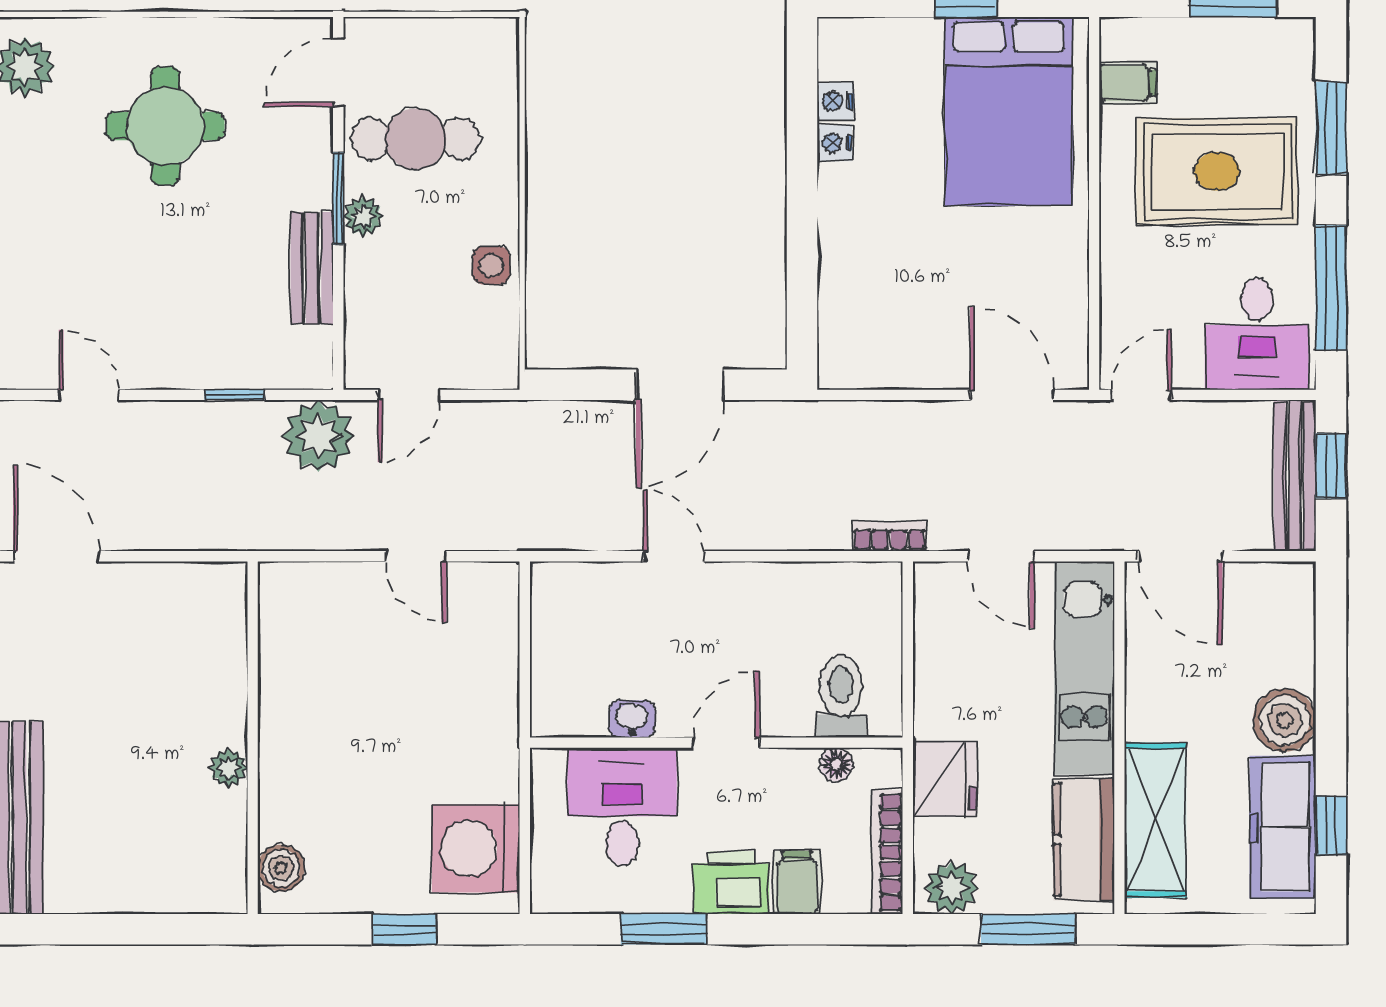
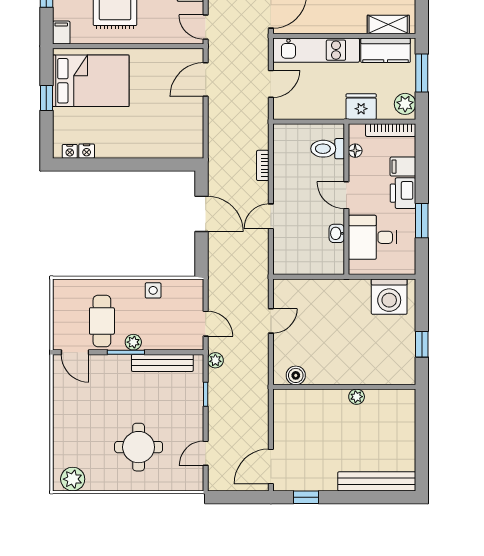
filing cabinet: (1128, 83) -> (61, 33), moved
round table: (165, 126) -> (139, 447), moved
nightstand: (834, 143) -> (70, 151), moved
bench: (312, 268) -> (162, 363), width x1.36
plant: (318, 436) -> (215, 360), width x0.53, depth x0.53
bookcase: (889, 536) -> (263, 165), moved
shelving: (1155, 820) -> (388, 25), width x0.67, depth x0.75
boiler: (281, 868) -> (296, 375), moved
window: (405, 929) -> (422, 344), moved

